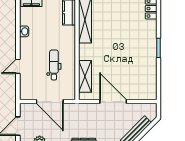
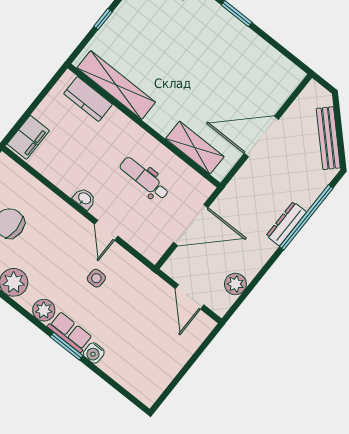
washbasin: (24, 31) -> (84, 199), moved

